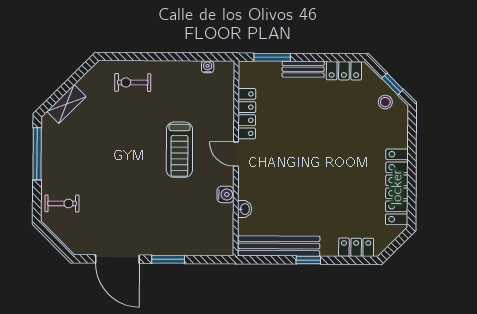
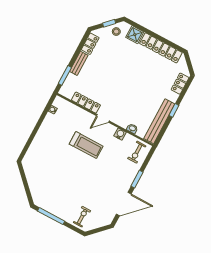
exercise bike: (133, 82) -> (137, 152), moved
shelving: (66, 104) -> (34, 189), removed
shower: (396, 134) -> (135, 35), added

